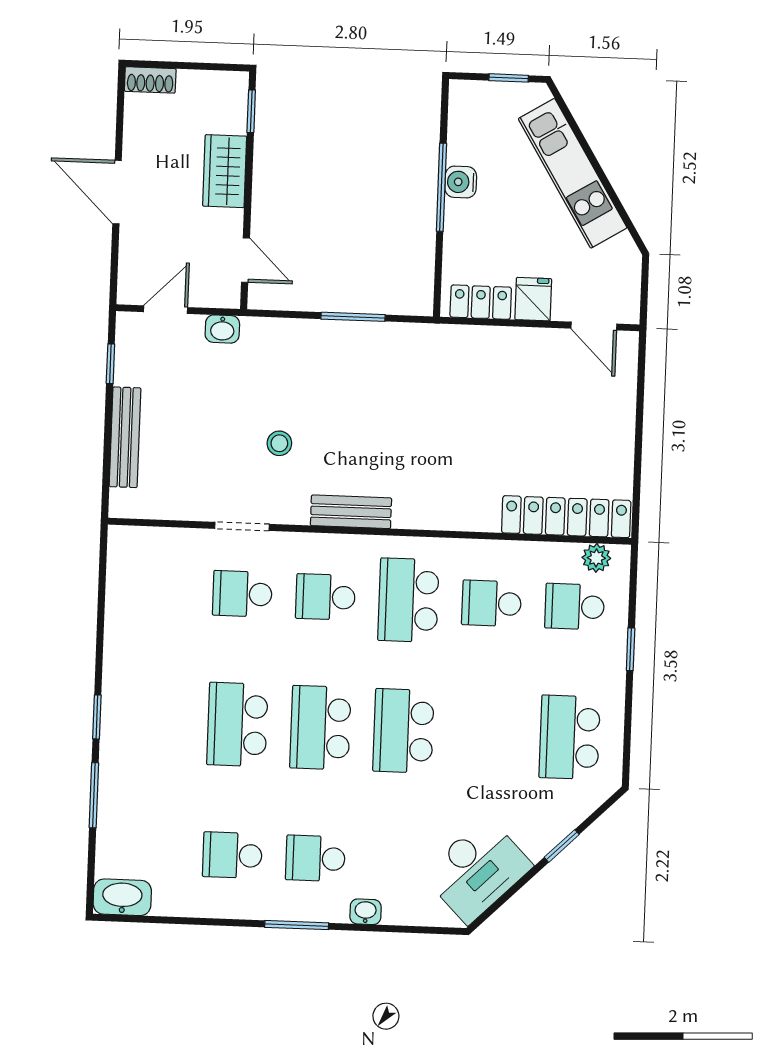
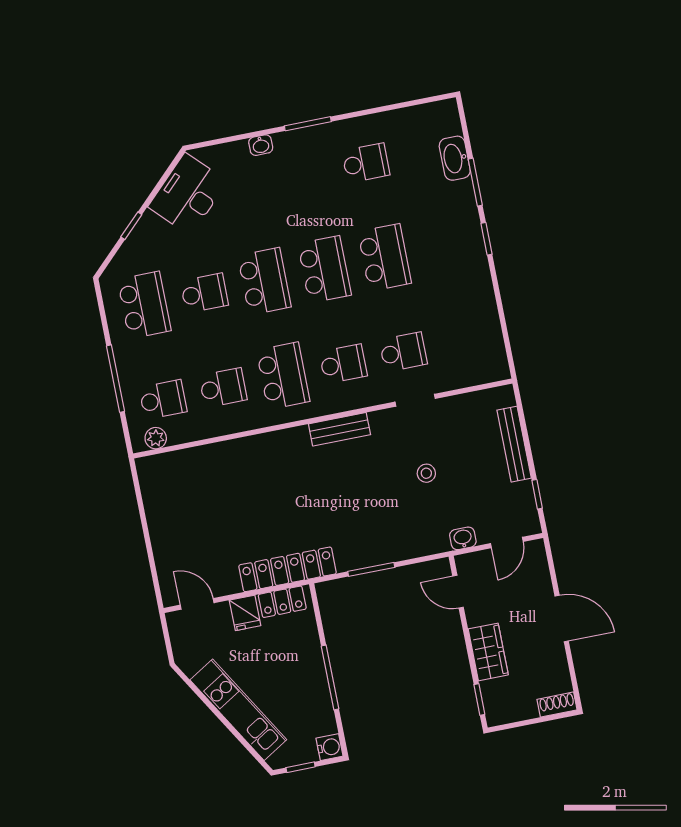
water cooler: (461, 182) -> (330, 747), moved
stool: (279, 443) -> (426, 473), moved
locker: (566, 517) -> (288, 569), moved, turned 180
window: (631, 649) -> (116, 379), width x2.17
school desk: (315, 858) -> (204, 293), moved
washbasin: (122, 897) -> (455, 158), moved, turned 90

